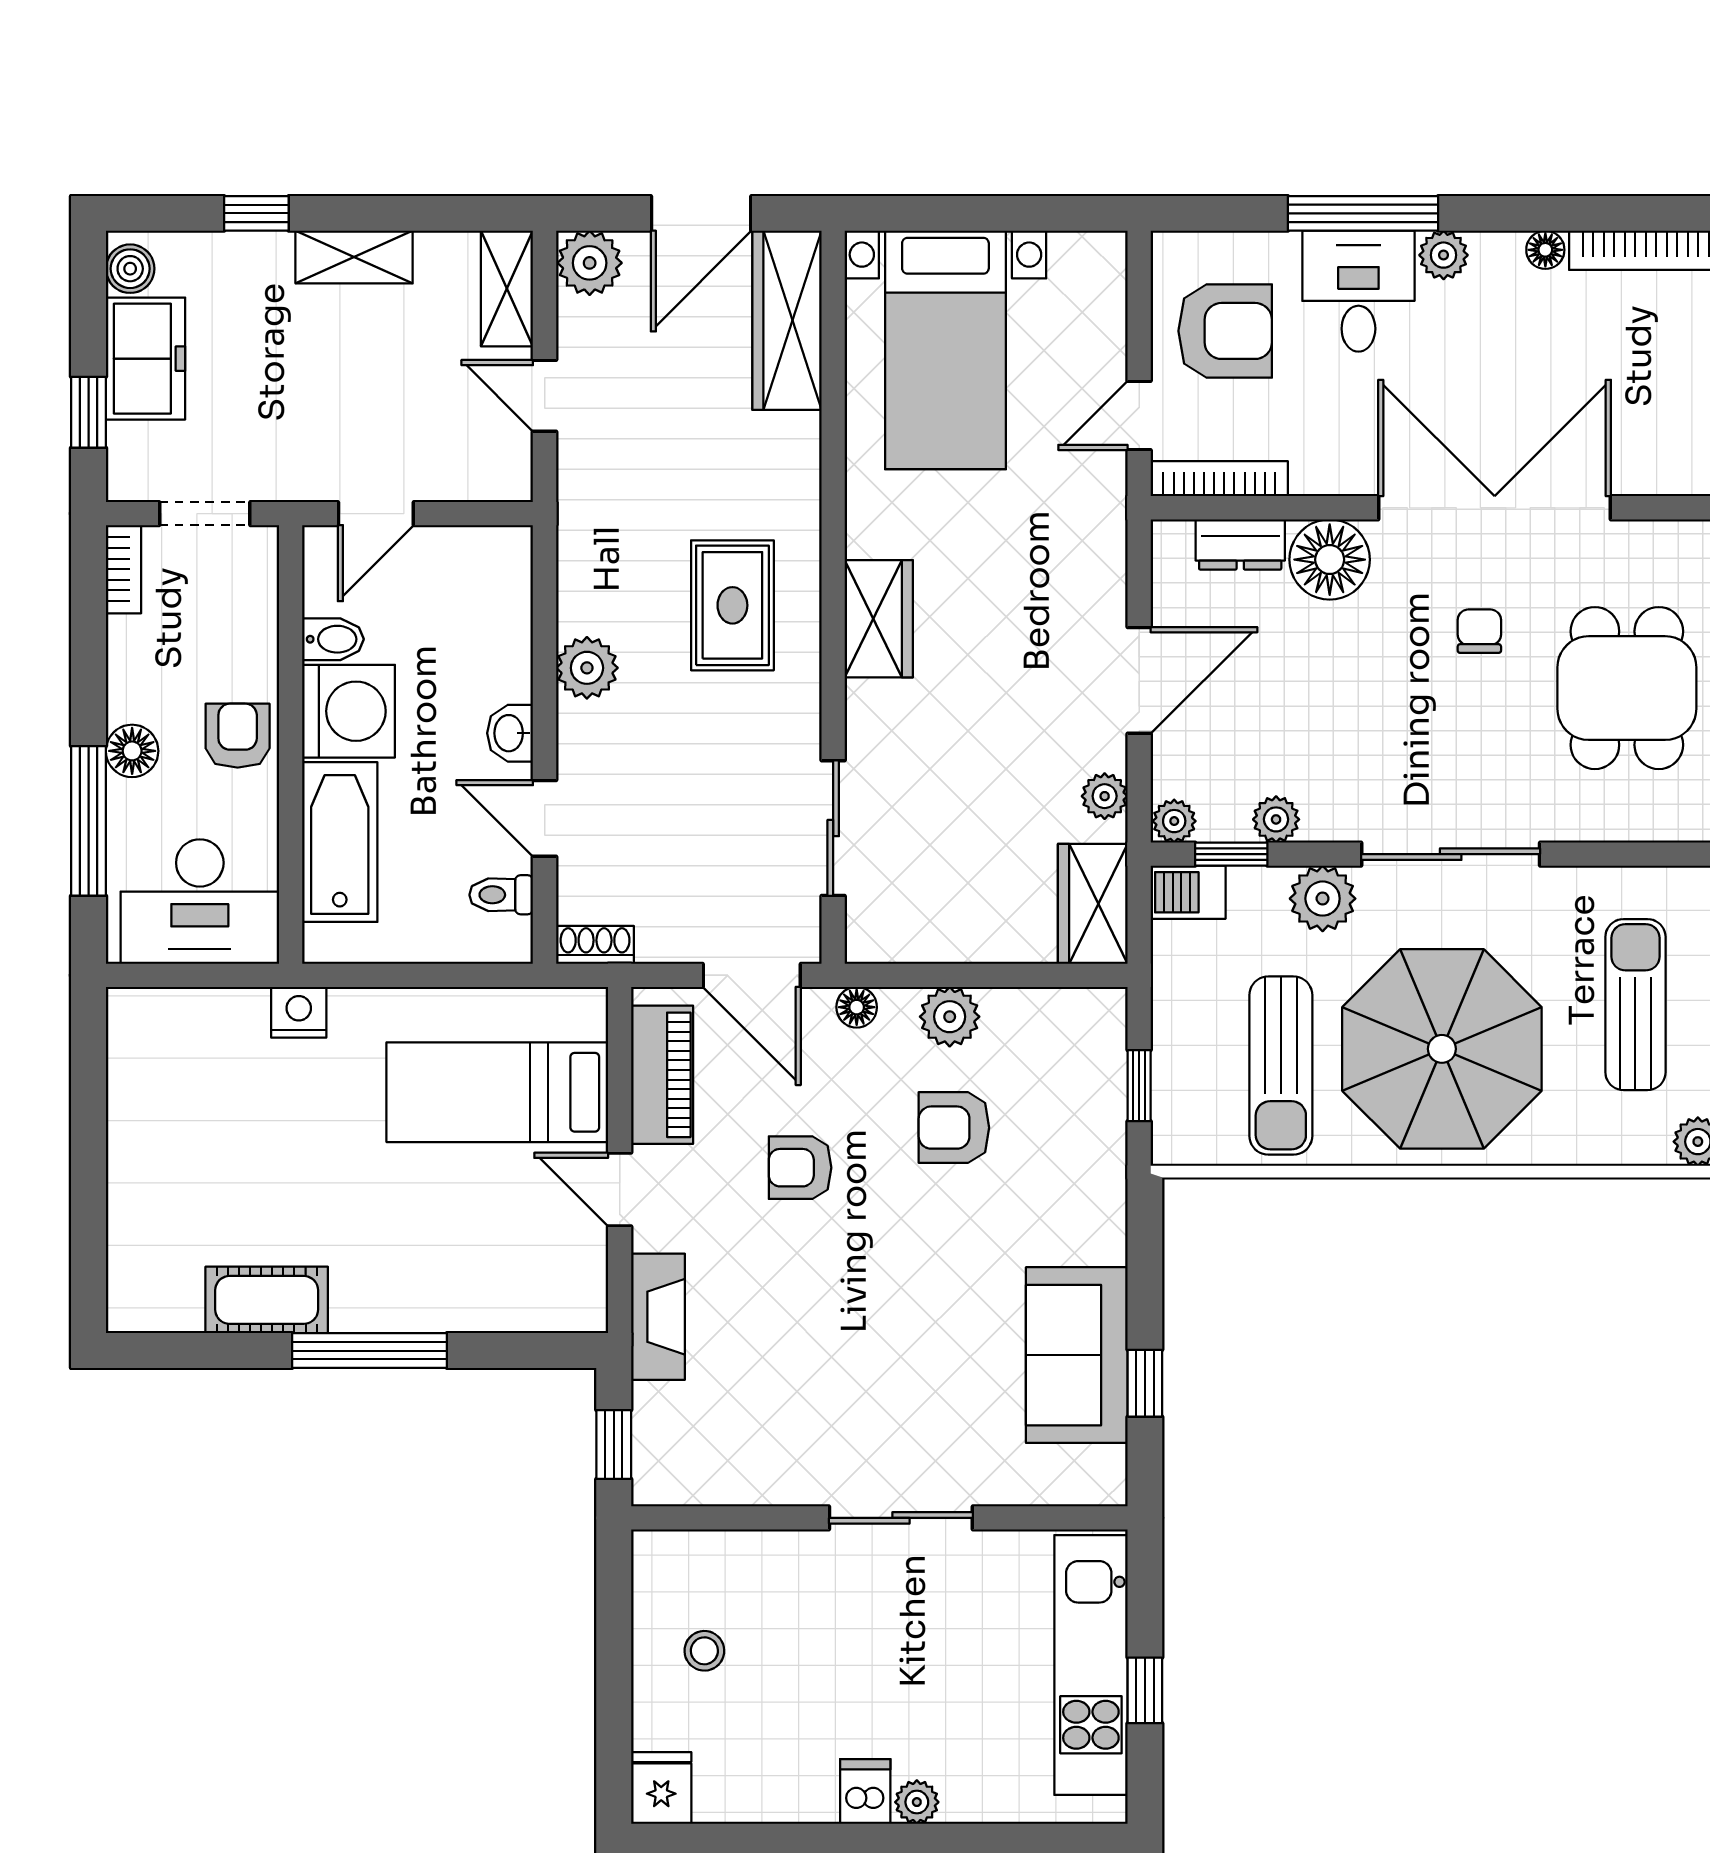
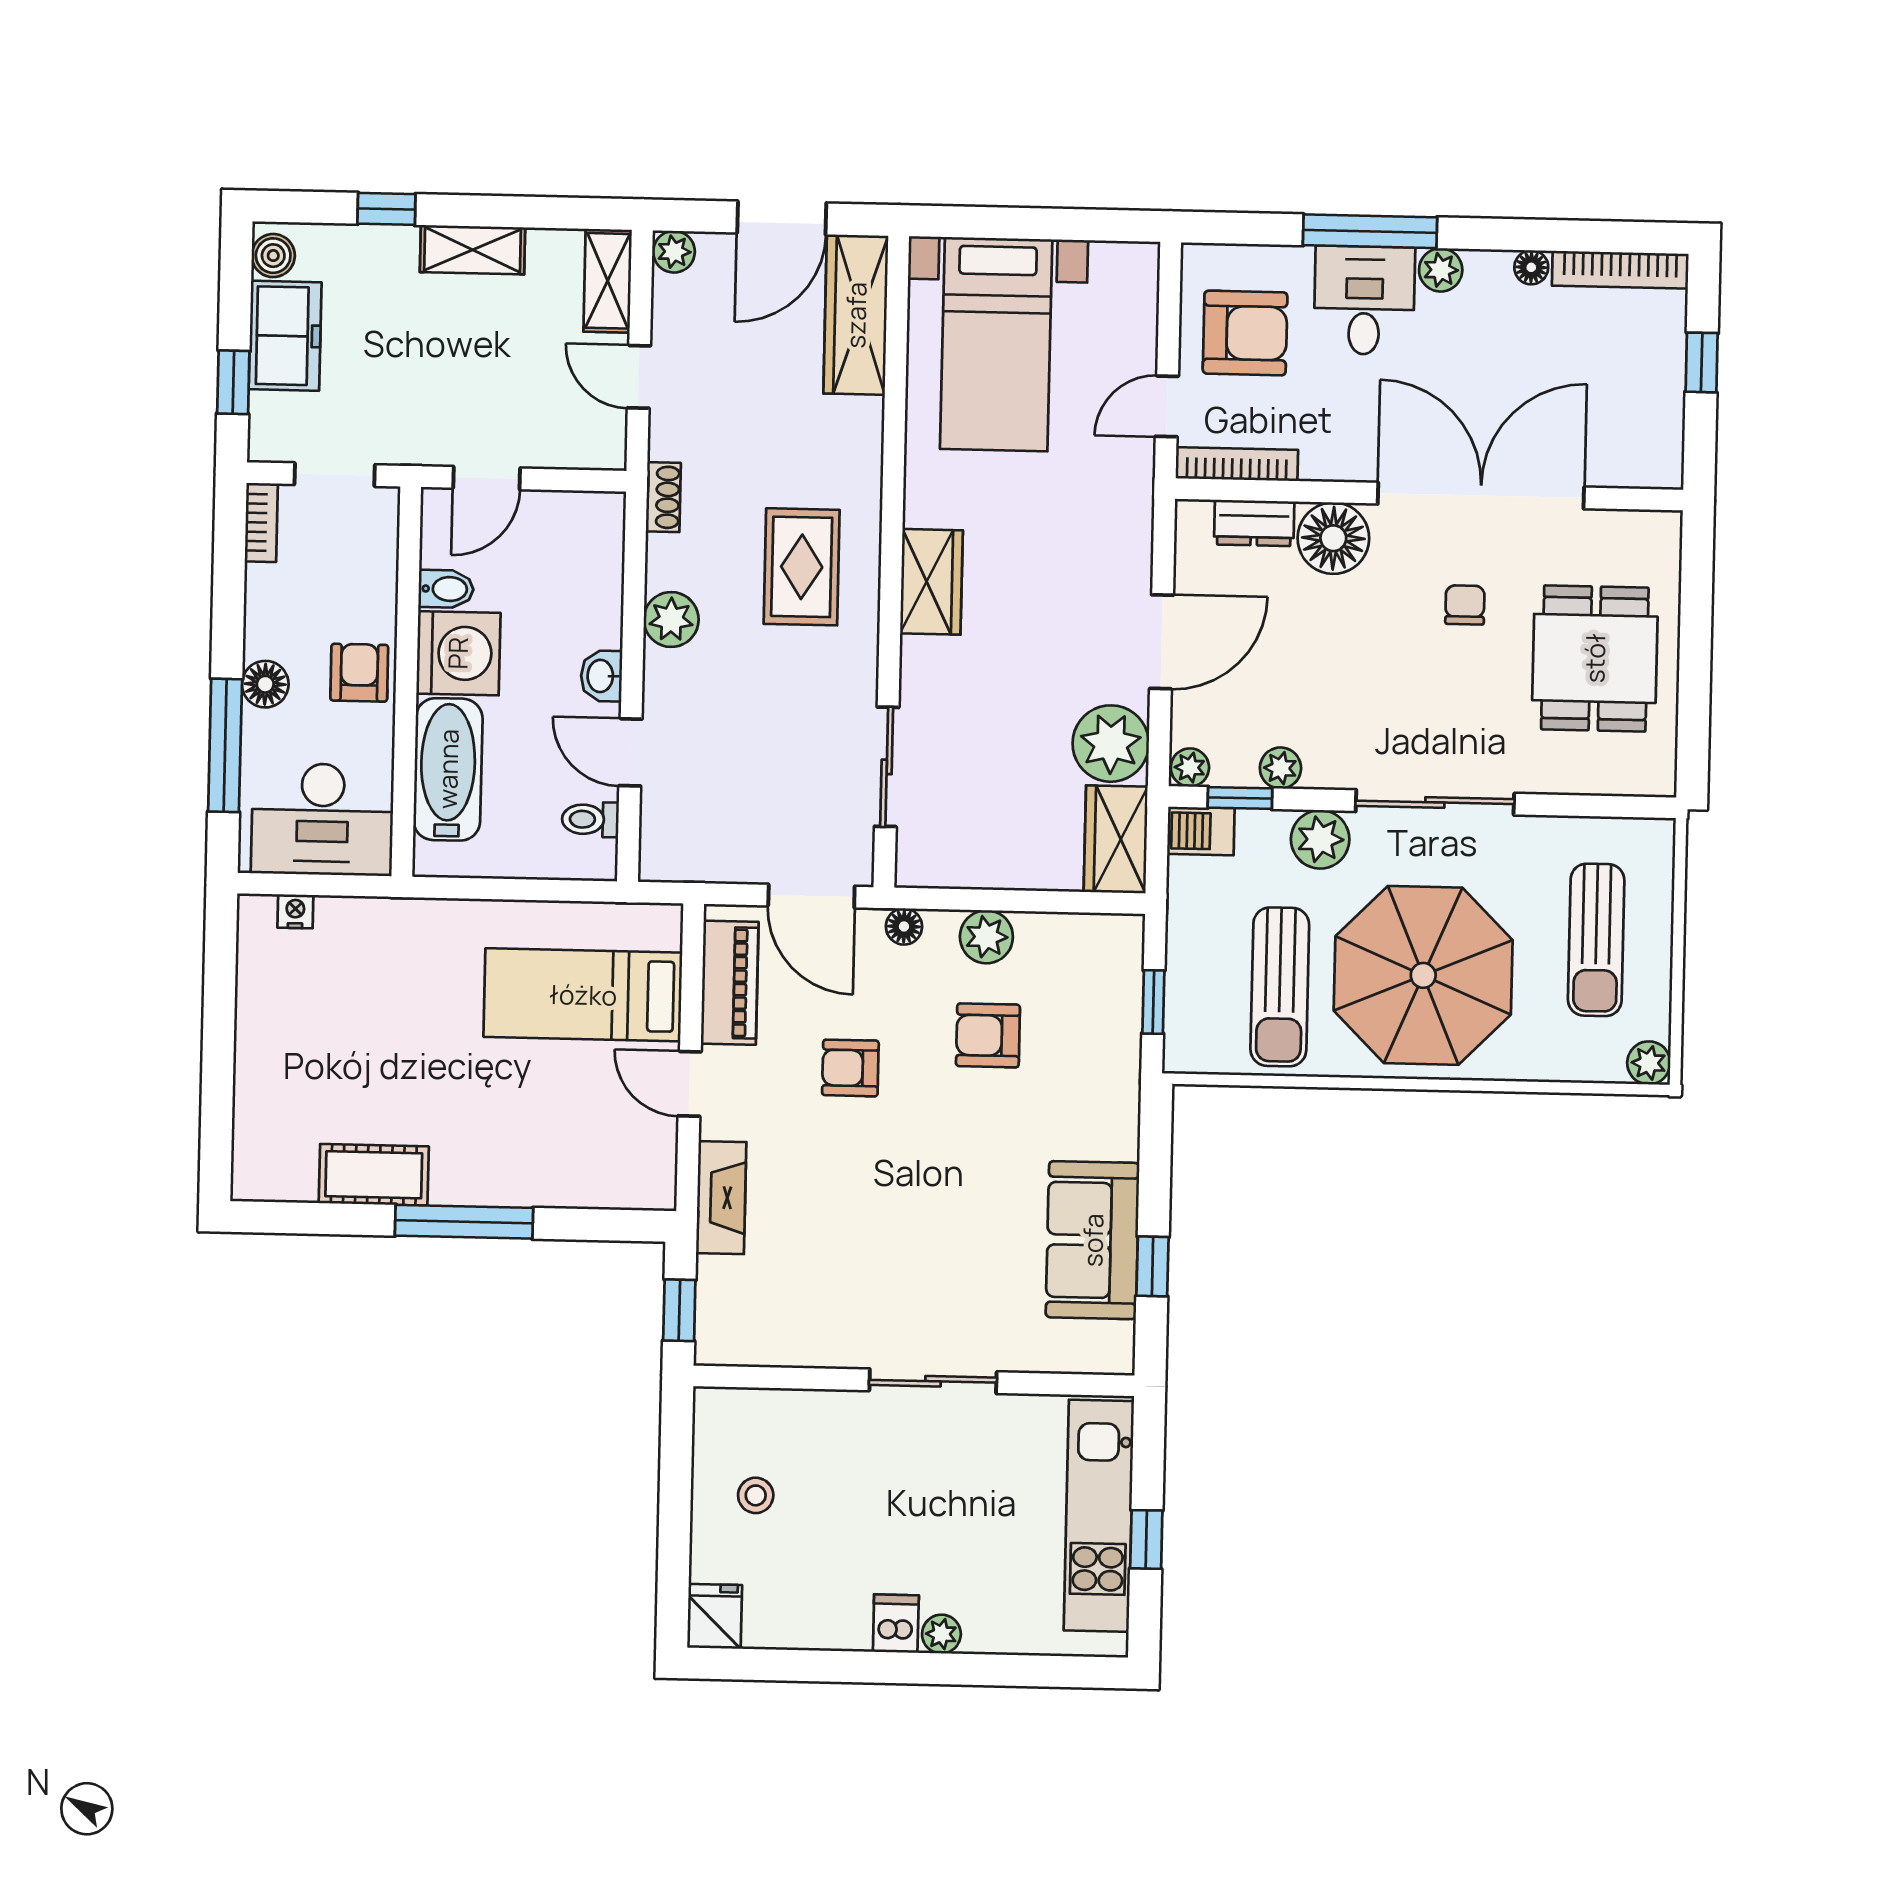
plant: (590, 263) -> (674, 252), width x0.73, depth x0.73
plant: (1105, 796) -> (1111, 744), width x1.88, depth x1.88
shoe rack: (595, 945) -> (663, 497), moved, turned 90
sun lounger: (1635, 1005) -> (1596, 940), turned 180
nightstand: (299, 1012) -> (295, 911), moved, width x0.72, depth x0.74

